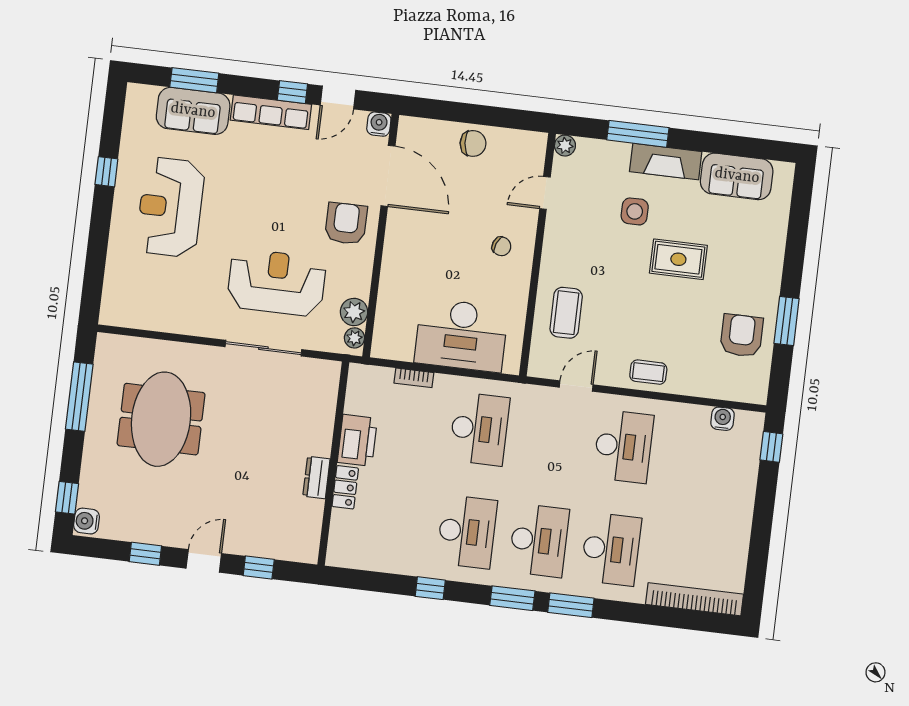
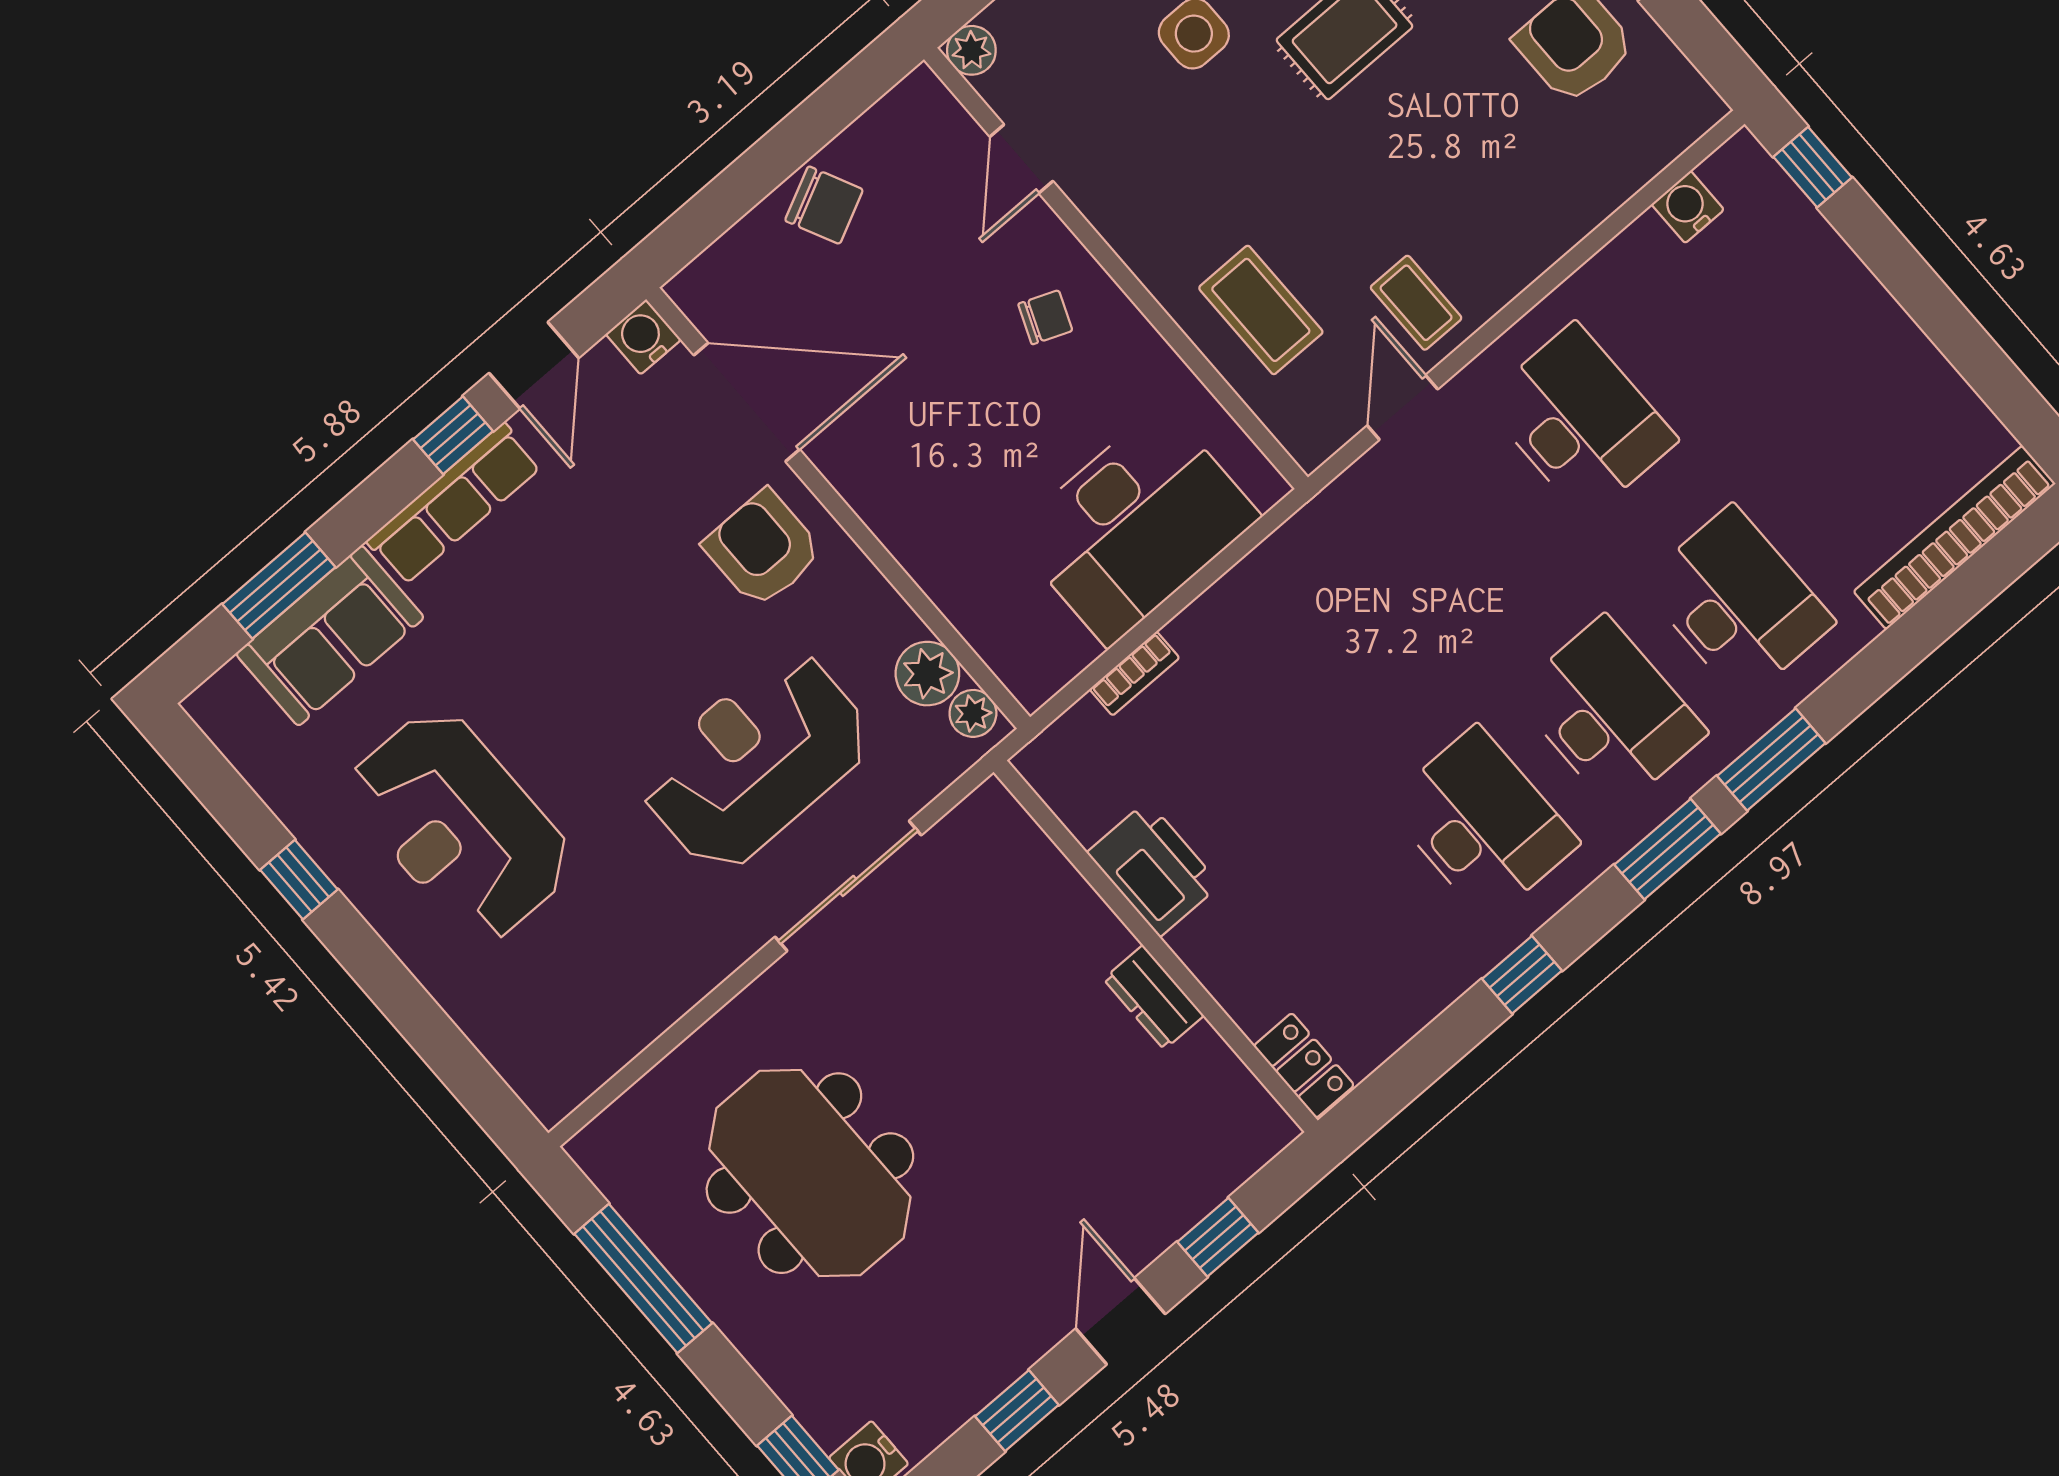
chair: (473, 143) -> (824, 205), turned 69
coffee table: (648, 372) -> (1416, 303), moved, turned 90
desk: (479, 429) -> (1325, 641), removed
locker: (345, 487) -> (1304, 1066), moved

